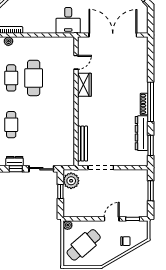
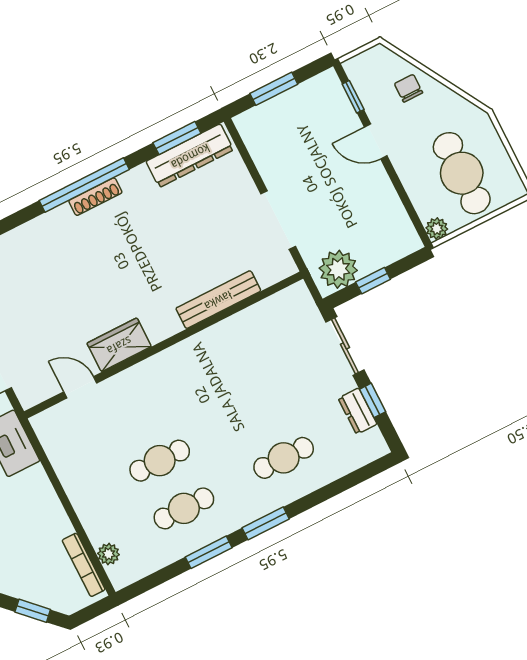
cafe table: (34, 78) -> (160, 461), width x0.73, depth x0.74
dresser: (142, 133) -> (190, 156), moved
bench: (83, 144) -> (218, 300), moved
cafe table: (84, 245) -> (462, 173), turned 41

